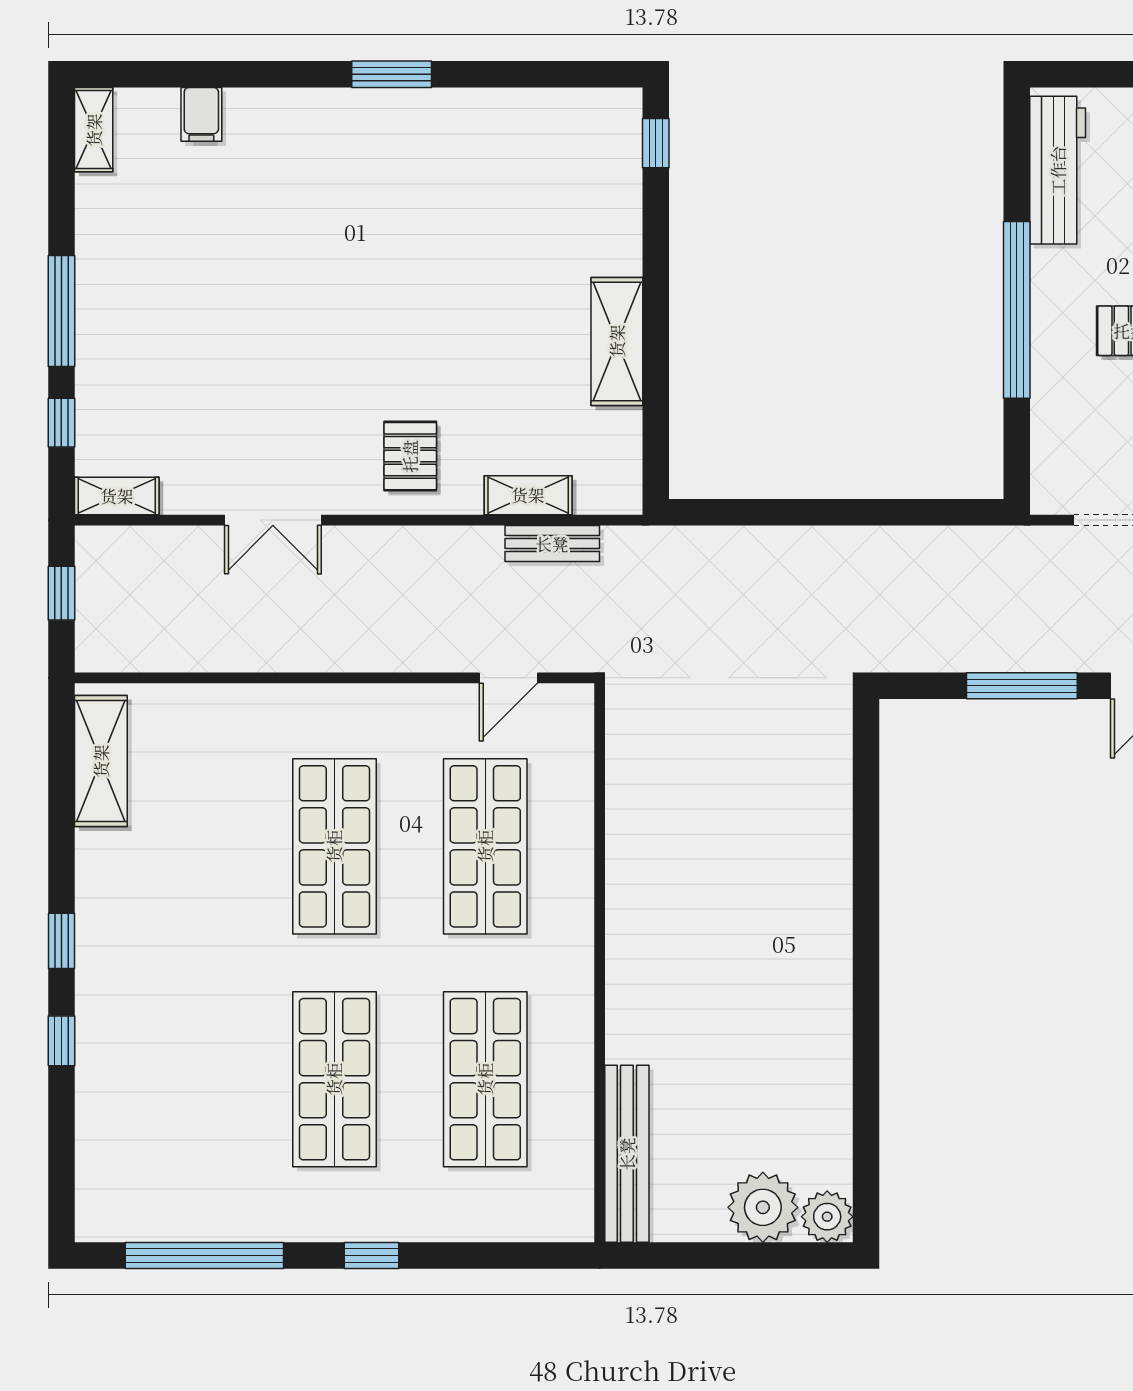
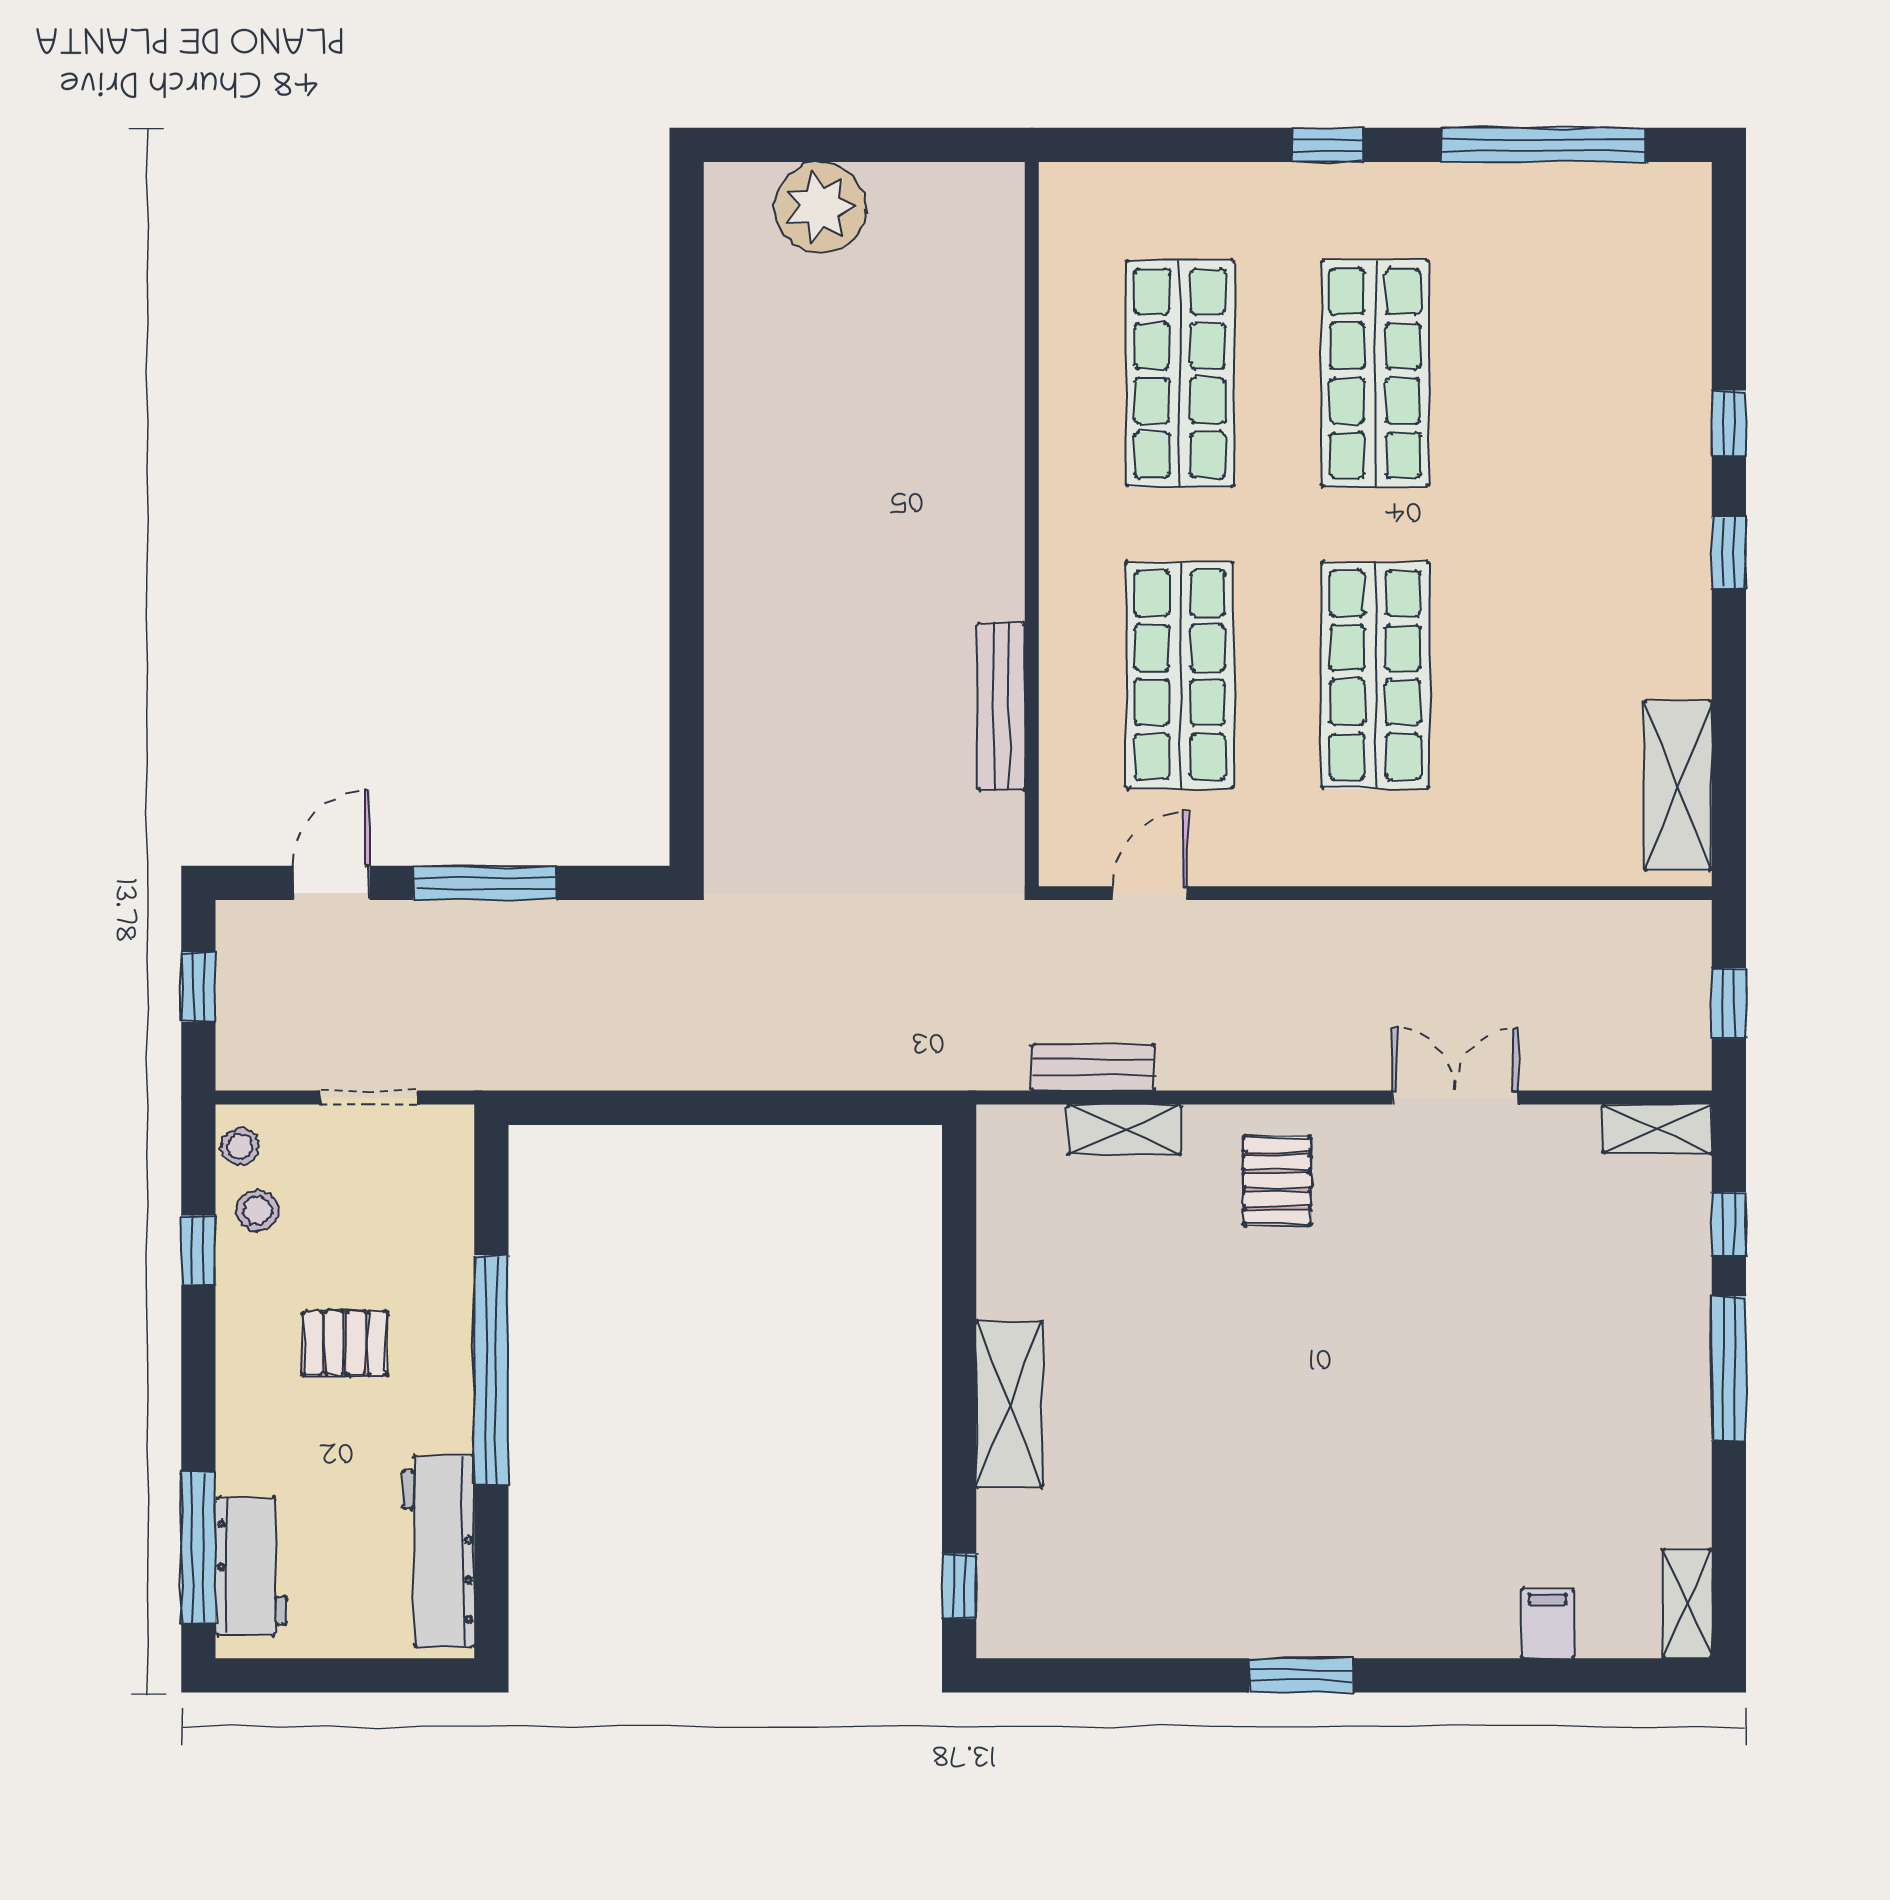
shelving: (617, 341) -> (1009, 1404), moved
bench: (627, 1154) -> (1001, 706), moved, width x0.73, depth x0.82
plant: (827, 1217) -> (737, 195), removed

